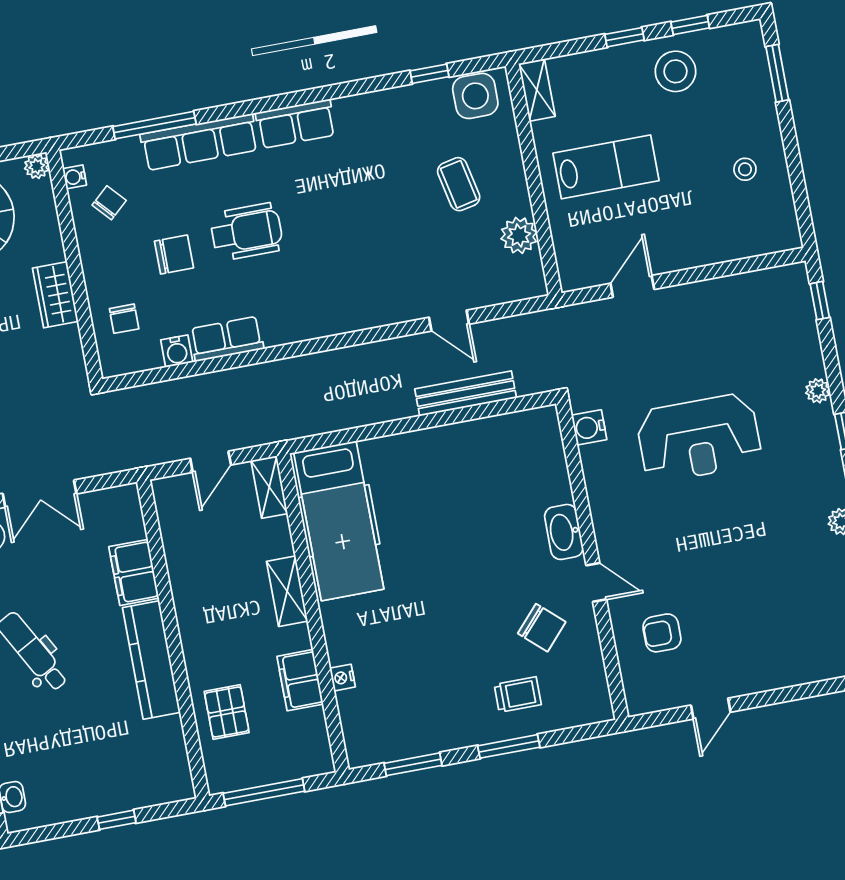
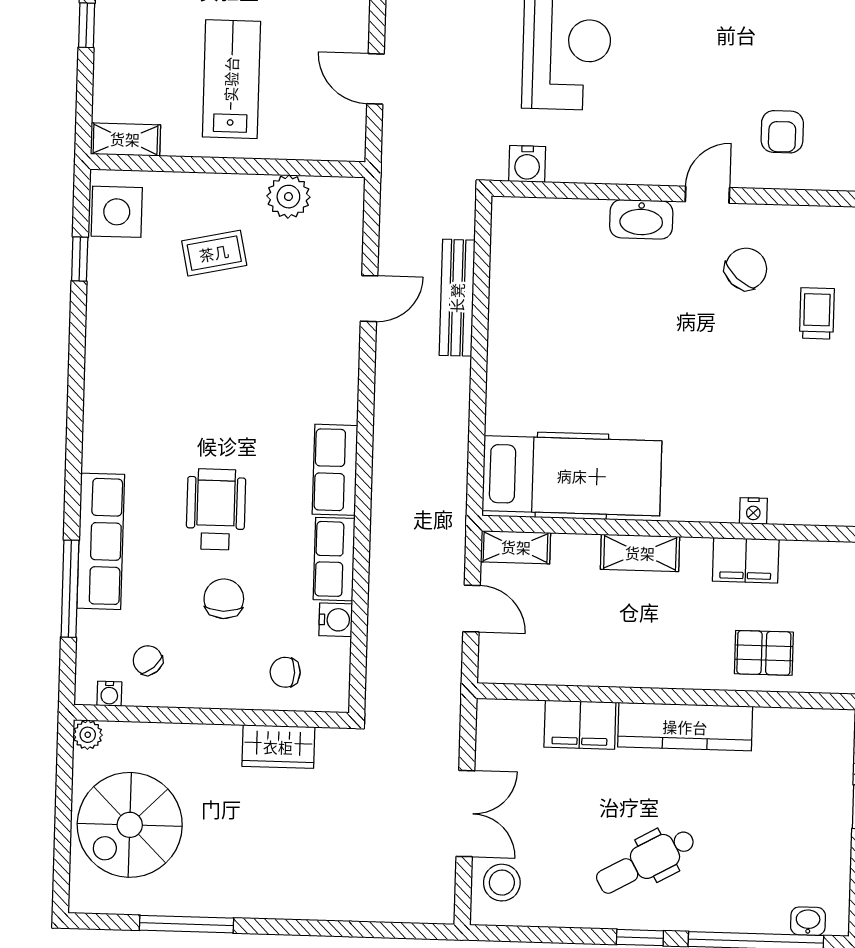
row of seats: (296, 124) -> (335, 470), moved, turned 180
wardrobe: (55, 295) -> (278, 747), moved
chair: (124, 319) -> (285, 672), turned 180

